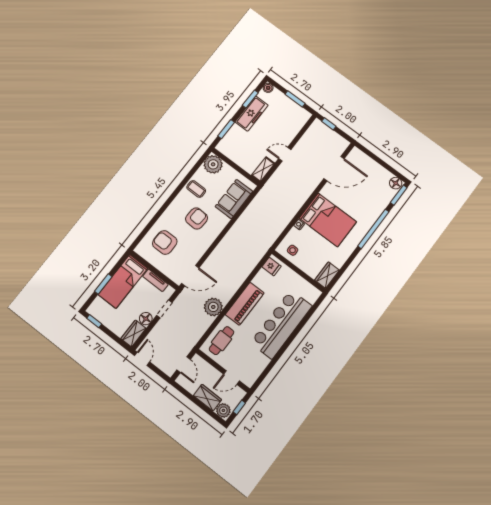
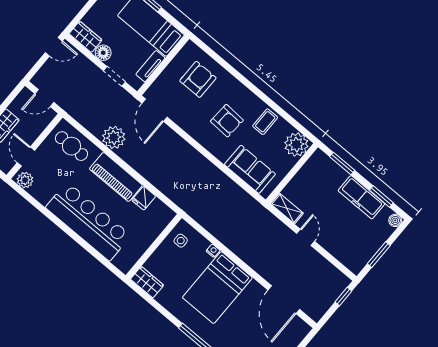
fridge: (271, 267) -> (144, 198), moved
plant: (251, 377) -> (25, 180), added

